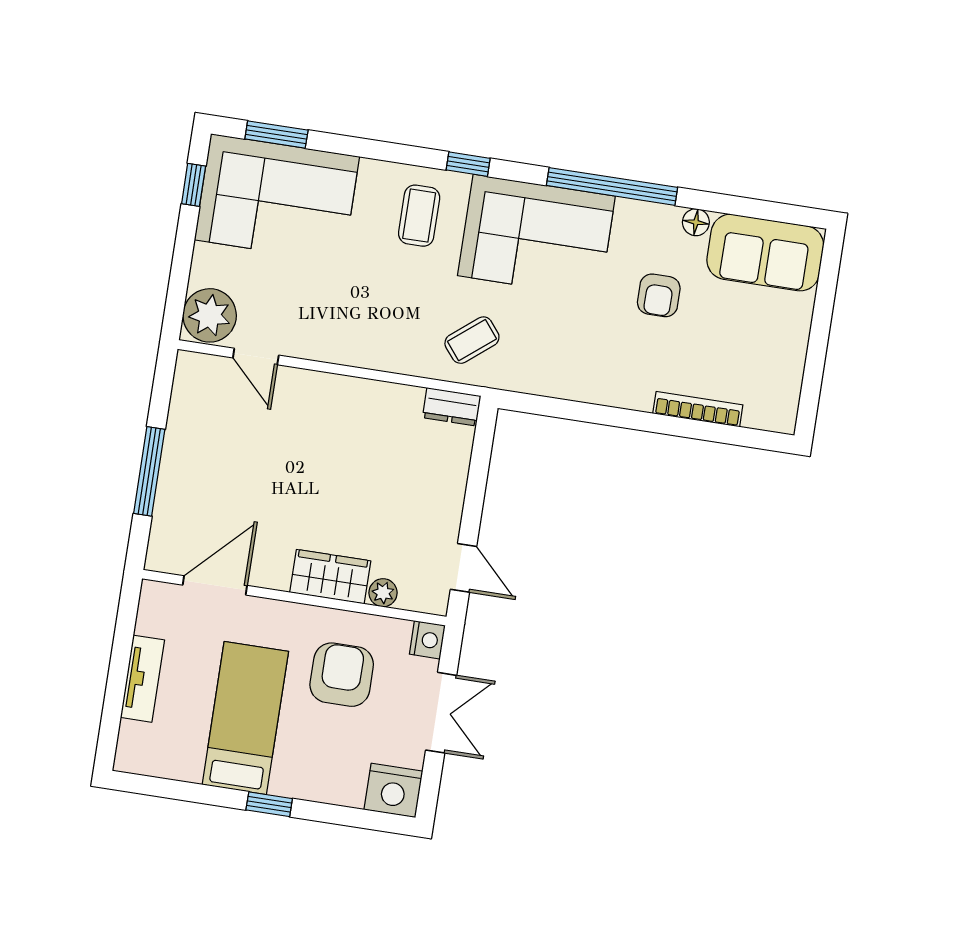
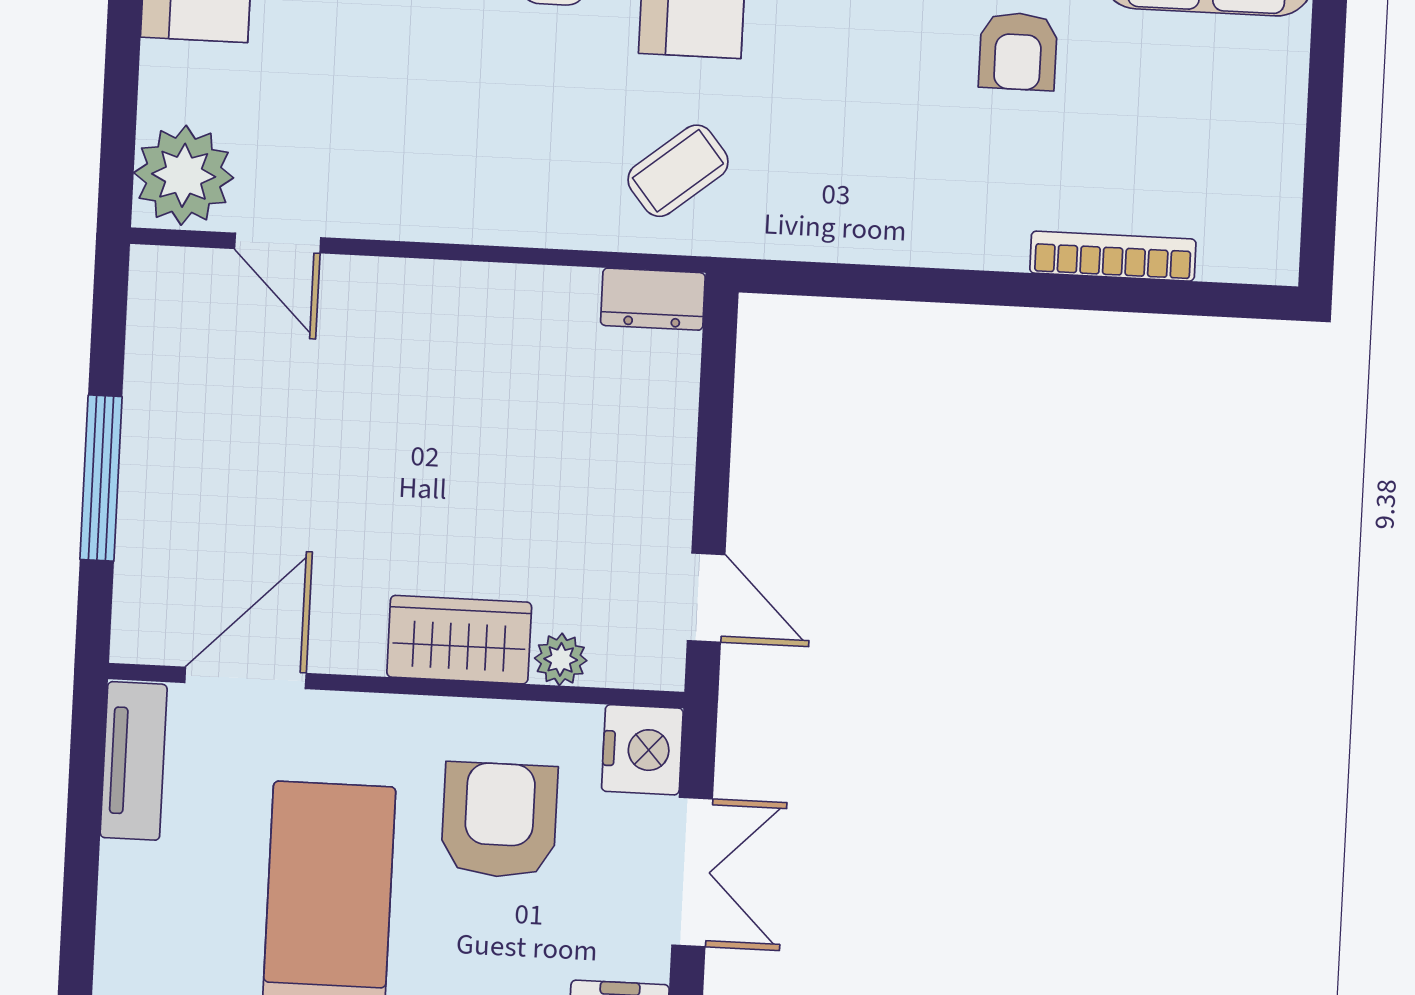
nightstand: (427, 640) -> (642, 750), width x1.36, depth x1.33
tv unit: (142, 679) -> (134, 761), moved

